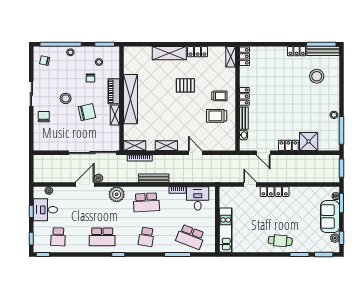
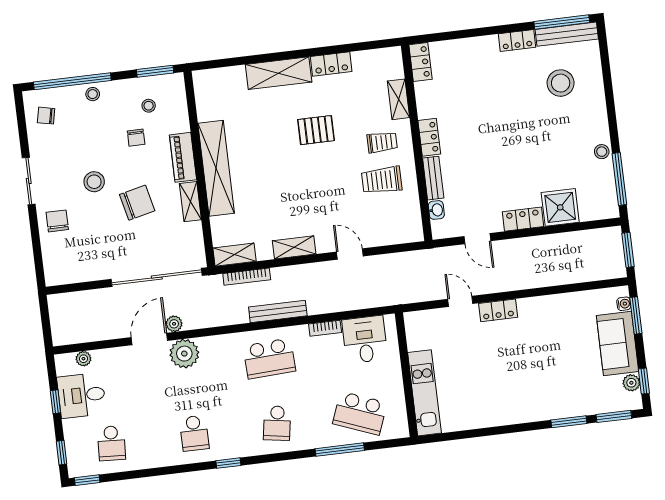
shelving: (231, 57) -> (398, 99), moved
locker: (275, 192) -> (498, 310), width x0.66
plant: (117, 194) -> (184, 354), moved
school desk: (102, 237) -> (194, 433), width x0.54
cafe table: (280, 241) -> (529, 400), removed

